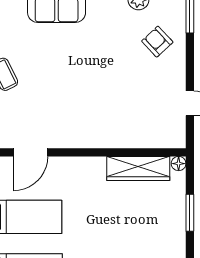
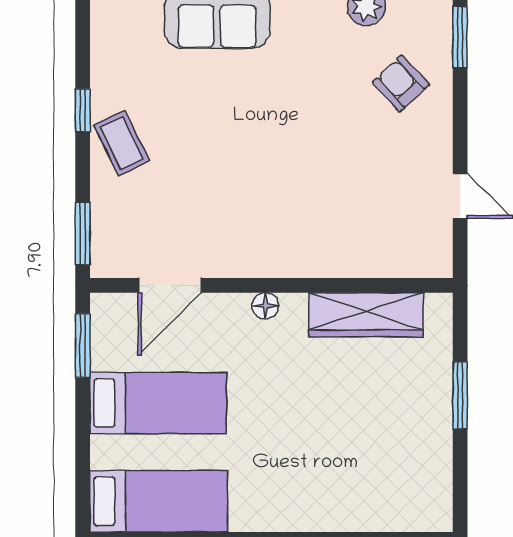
floor lamp: (179, 164) -> (265, 306), moved

